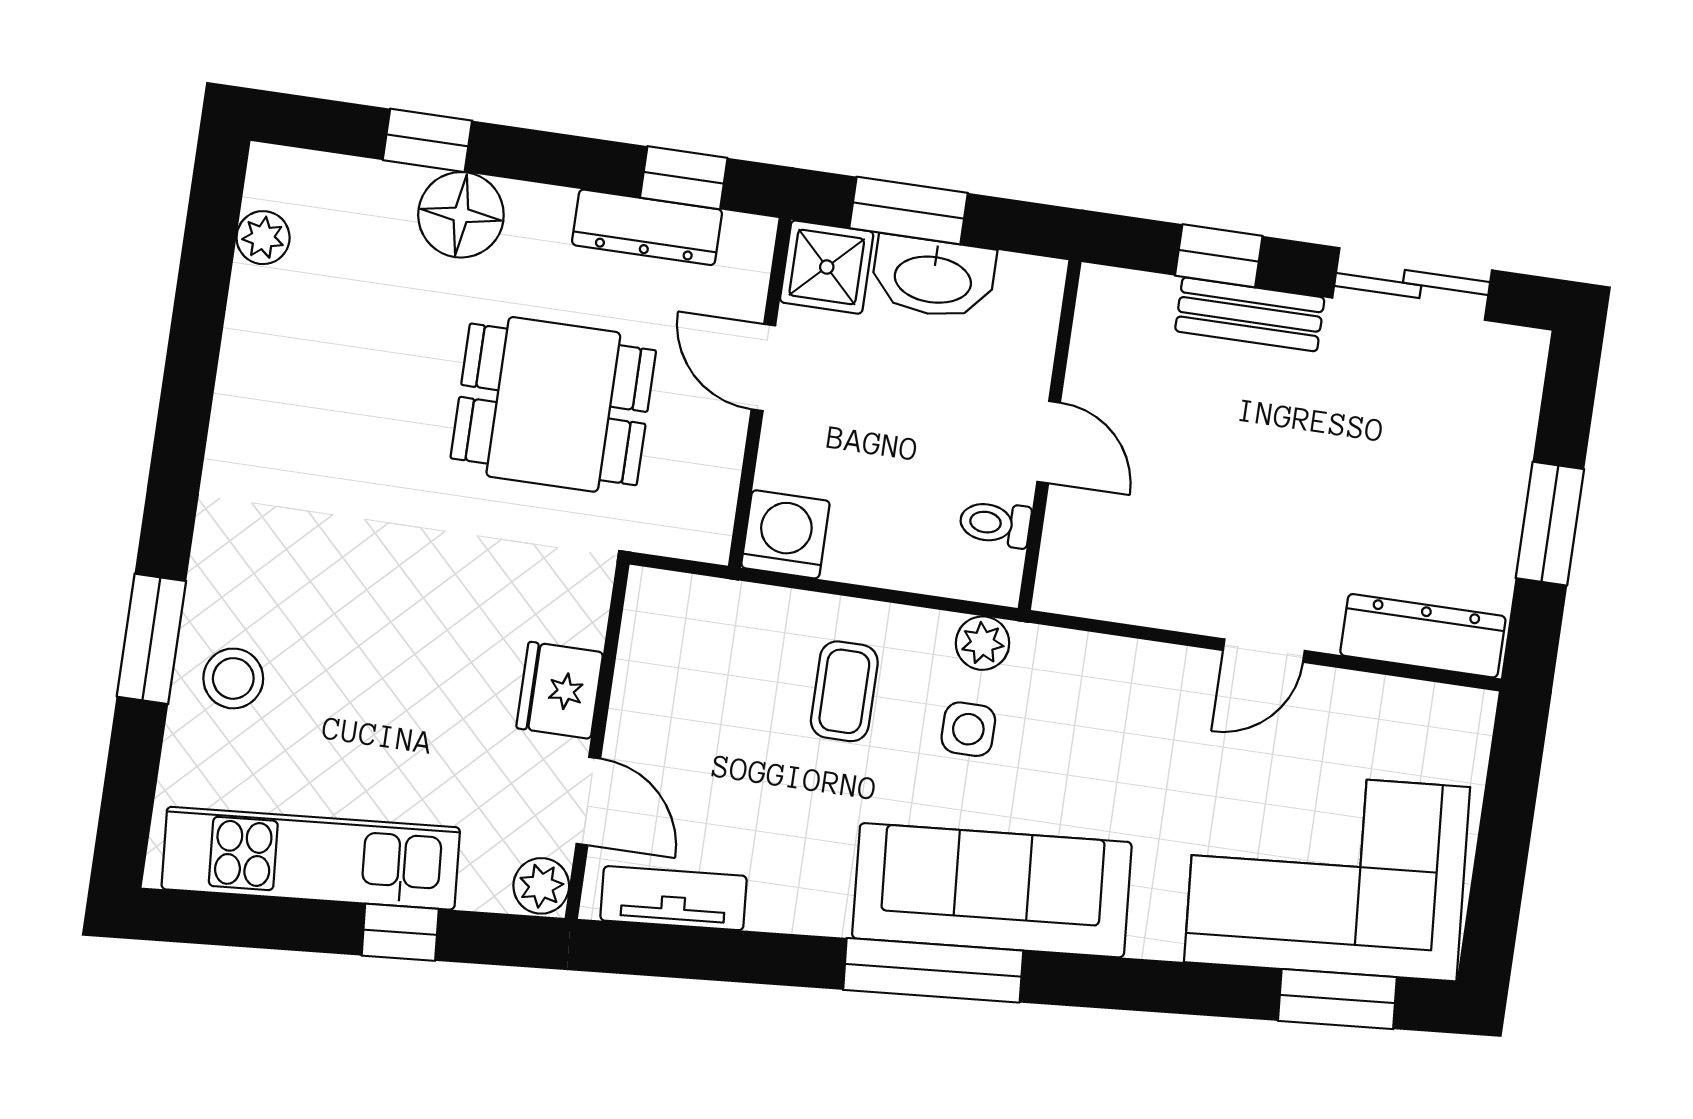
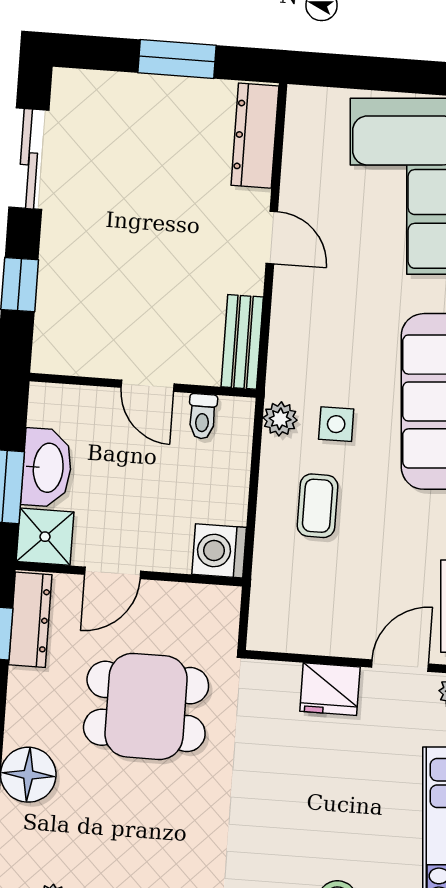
dresser: (647, 227) -> (30, 620), moved
bench: (1250, 314) -> (242, 342), moved
dining table: (553, 404) -> (146, 706), turned 90
door: (1049, 442) -> (148, 386), swing flipped
coffee table: (844, 691) -> (317, 506), turned 90

